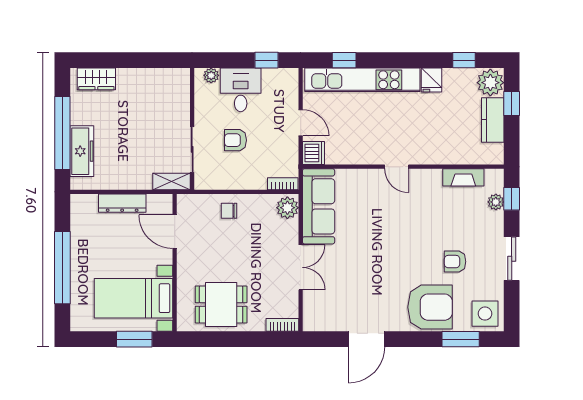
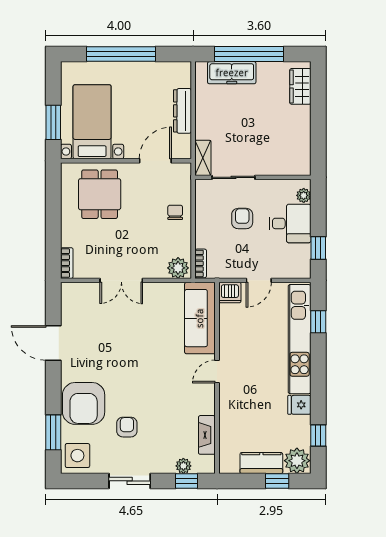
sofa: (319, 206) -> (200, 318), moved, turned 90
dining table: (221, 304) -> (100, 194), moved

